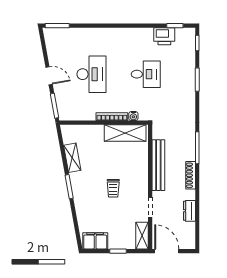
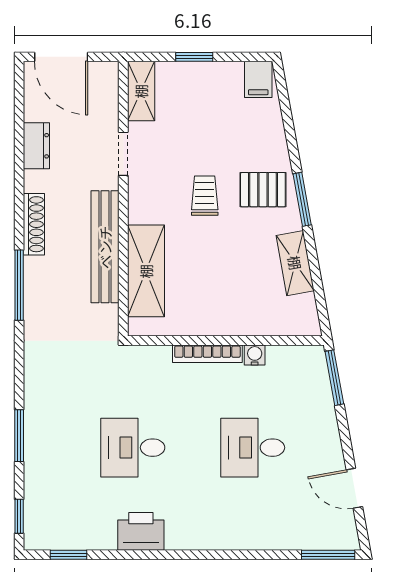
printer: (164, 36) -> (141, 531), moved
desk: (91, 74) -> (253, 448), width x0.73
door: (49, 76) -> (354, 488), moved
water cooler: (133, 116) -> (255, 355), moved
shelving: (125, 133) -> (146, 271), moved, turned 90
pallet: (87, 191) -> (263, 190), added
filing cabinet: (95, 241) -> (258, 79), width x0.50
door: (167, 251) -> (61, 57), moved

